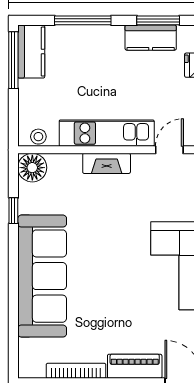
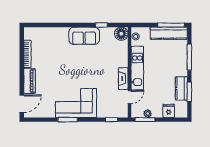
kitchen counter: (31, 52) -> (169, 33), width x1.50
door: (169, 150) -> (130, 97), hinge flipped
fireplace: (107, 163) -> (123, 79), moved
sofa: (42, 276) -> (84, 36), width x0.54, depth x0.79

